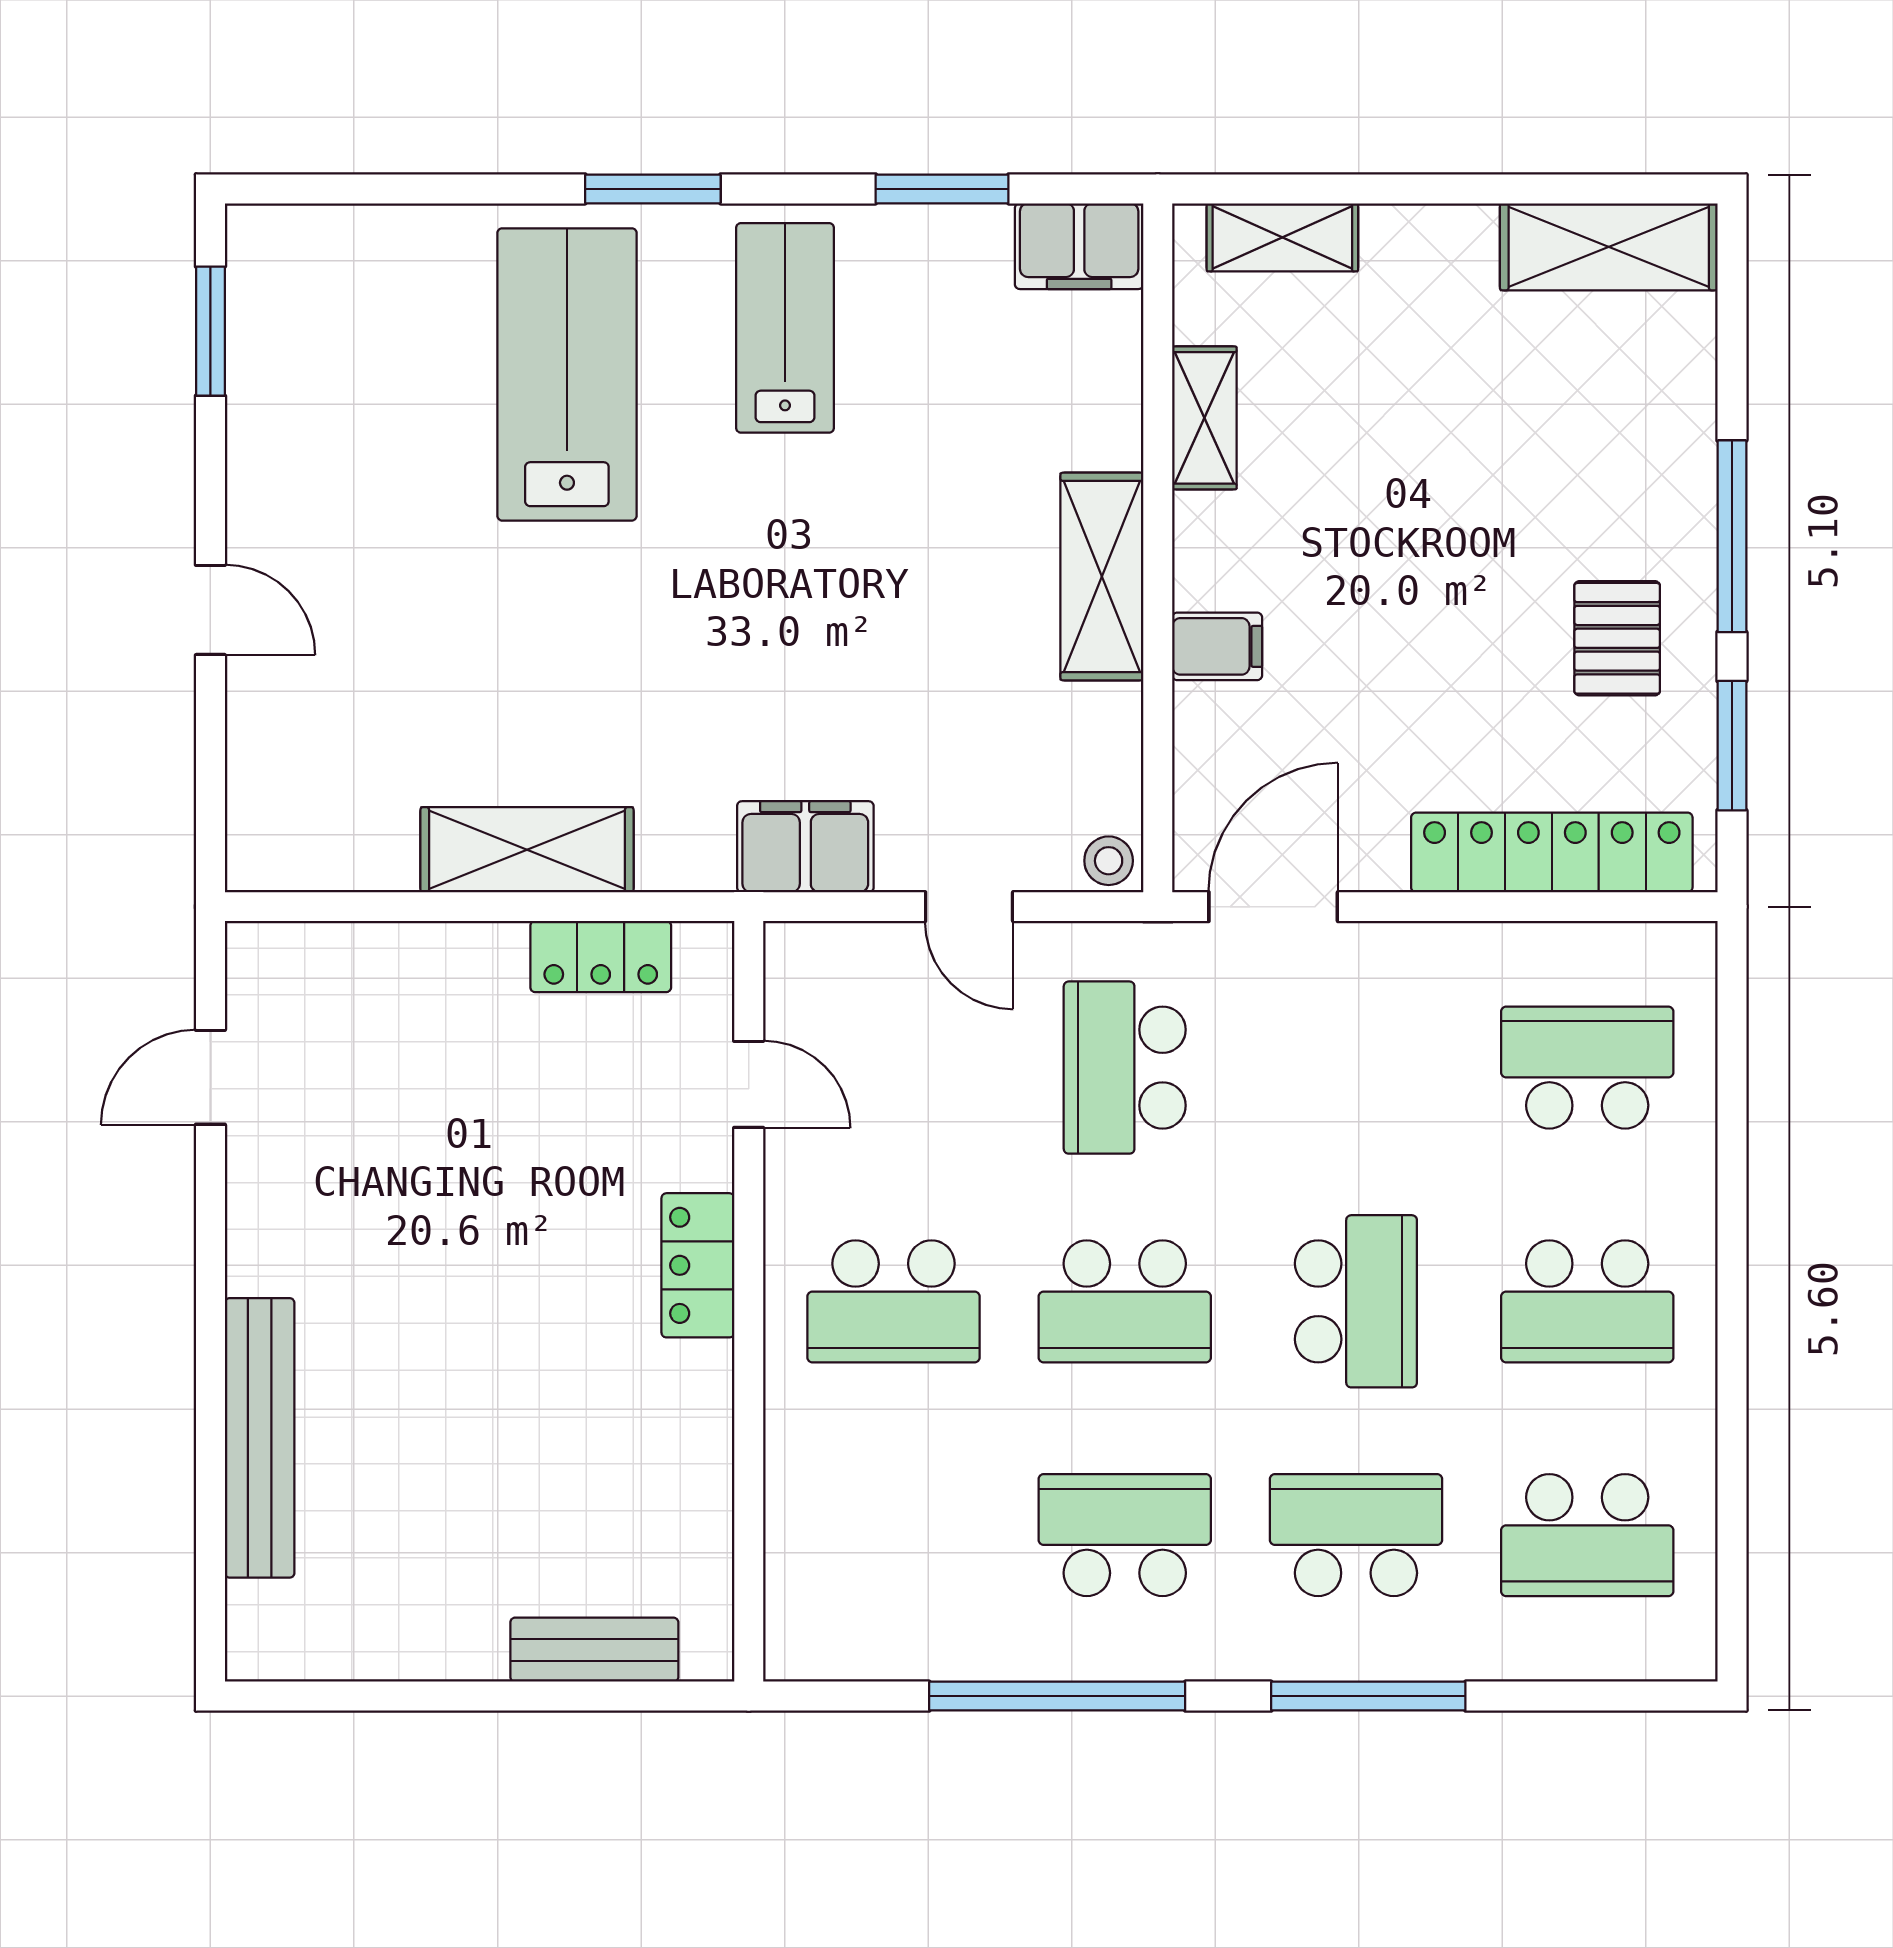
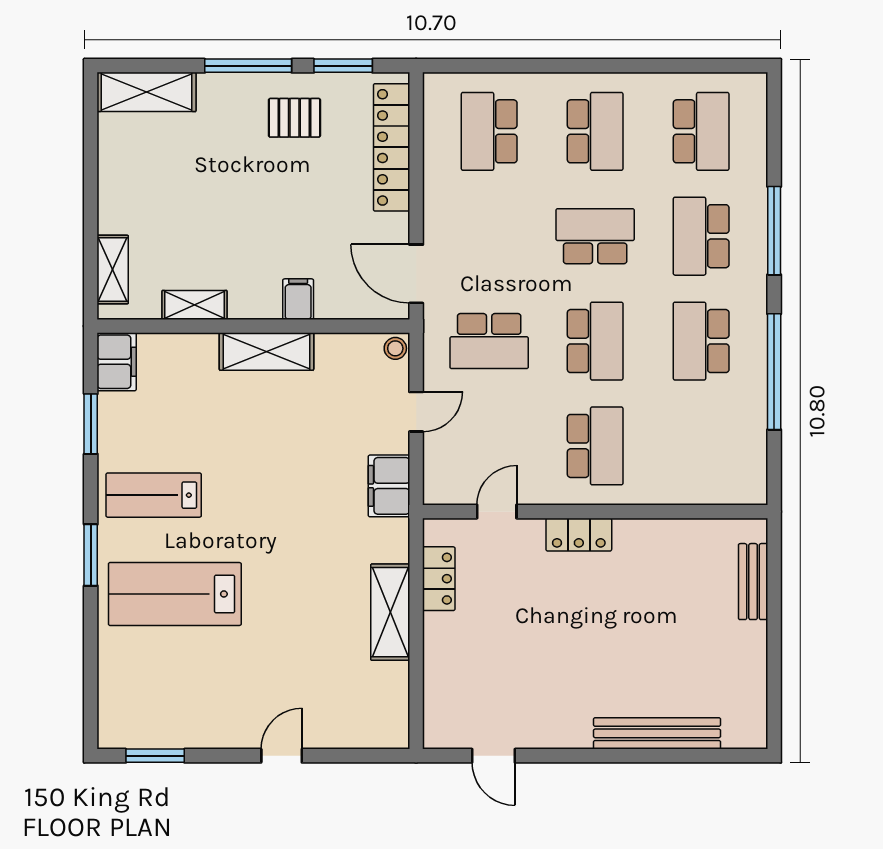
shelving: (1609, 247) -> (147, 92), moved, turned 90

